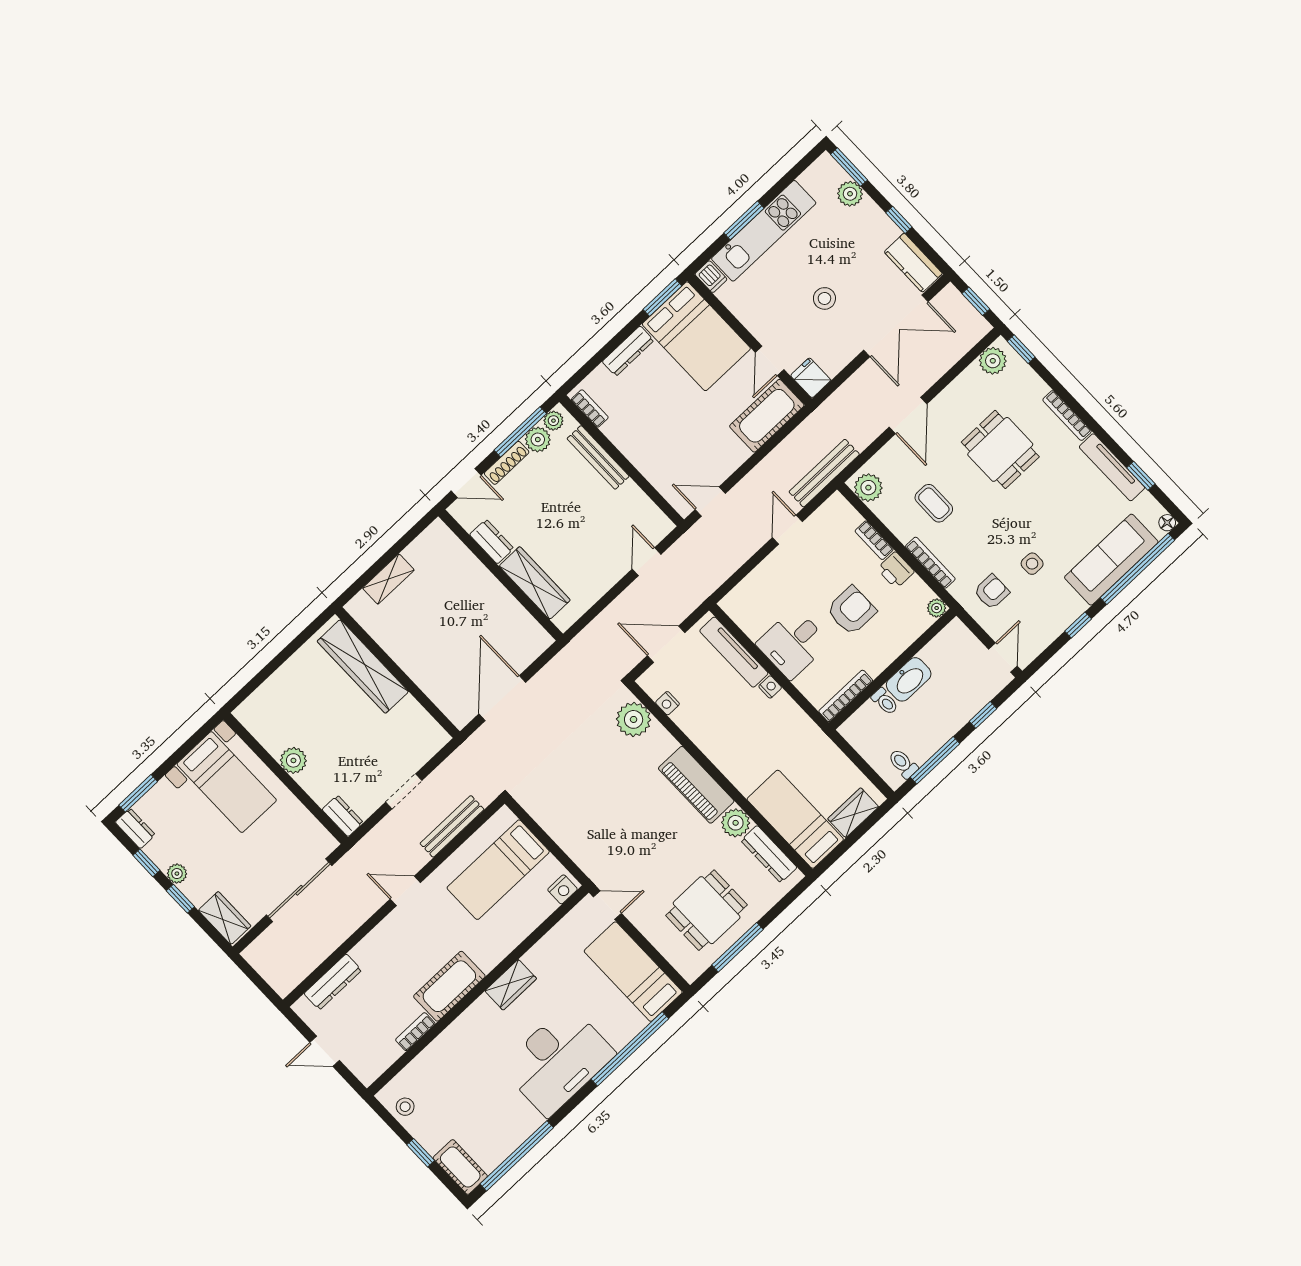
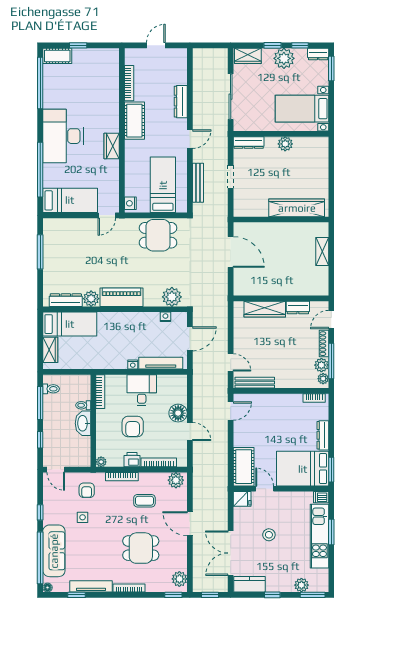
bench: (598, 457) -> (255, 383), moved
bench: (824, 473) -> (199, 468), removed
bookcase: (874, 540) -> (159, 462), width x1.56
floor lamp: (778, 568) -> (178, 413), added
dresser: (343, 816) -> (249, 143), width x1.44
plant: (177, 874) -> (284, 58), width x1.87, depth x1.87
dining table: (707, 910) -> (158, 235), moved, turned 90
dresser: (333, 982) -> (181, 102), moved
bookcase: (415, 1032) -> (129, 83), width x1.56
stool: (405, 1107) -> (103, 57), removed

